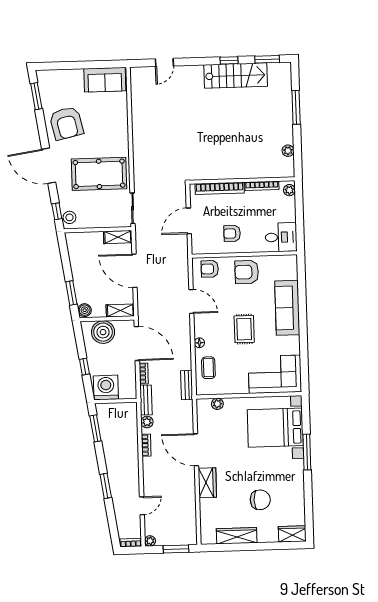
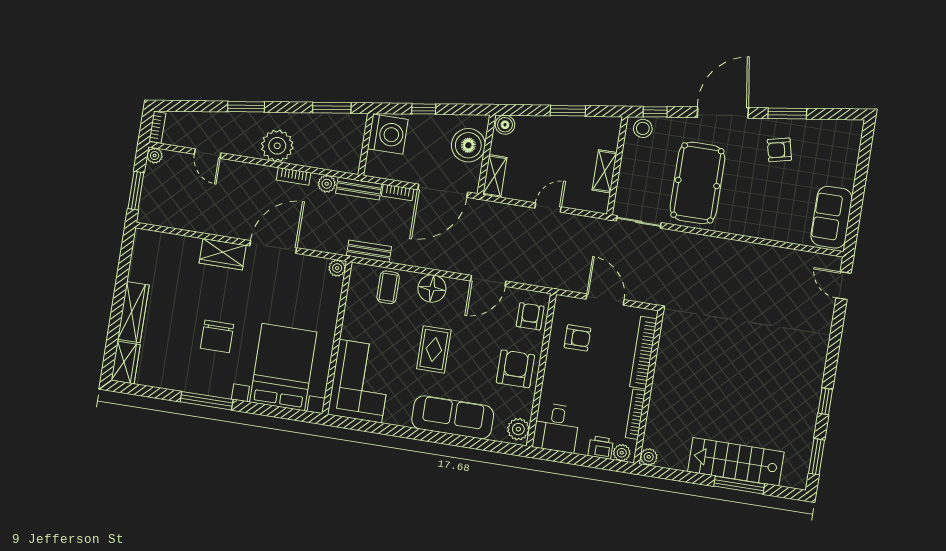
door: (164, 62) -> (844, 286), moved
stairs: (236, 75) -> (736, 462), moved, turned 90
window: (36, 96) -> (787, 113), moved
armchair: (66, 123) -> (779, 150), width x0.53, depth x0.53
plant: (288, 151) -> (649, 457), moved
printer: (289, 205) -> (601, 447), added
armchair: (232, 233) -> (577, 338), moved, turned 90
shelving: (118, 237) -> (605, 171), moved
plant: (287, 262) -> (518, 429), added
door: (135, 271) -> (548, 207), width x0.53
window: (71, 293) -> (568, 111), moved
rug: (244, 329) -> (434, 349), turned 90
floor lamp: (199, 343) -> (432, 289), width x1.89, depth x1.89
coffee table: (208, 368) -> (388, 287), turned 90
plant: (217, 404) -> (337, 268), moved
window: (307, 452) -> (207, 401), moved
plant: (128, 460) -> (277, 146), added
chair: (260, 500) -> (217, 336), moved
wardrobe: (237, 536) -> (133, 312), moved

